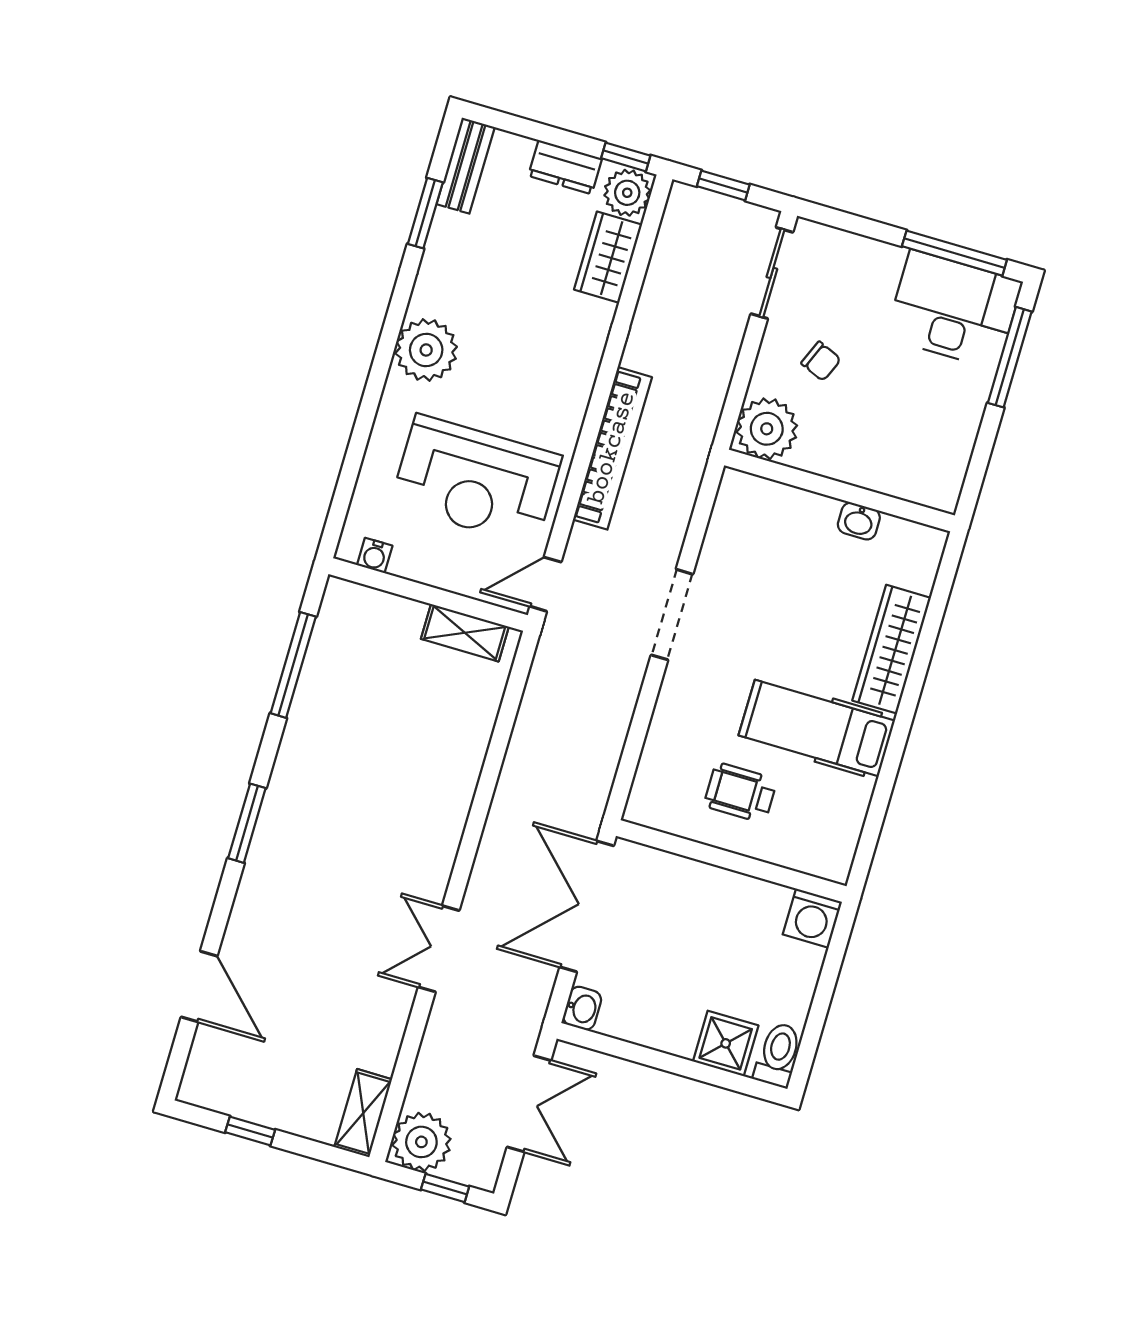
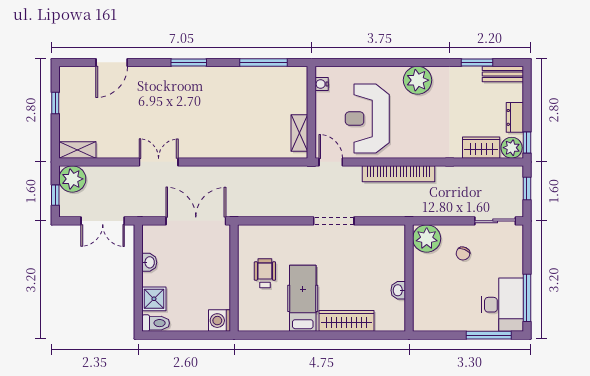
washbasin: (582, 1008) -> (149, 262), moved, turned -90

